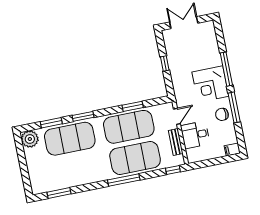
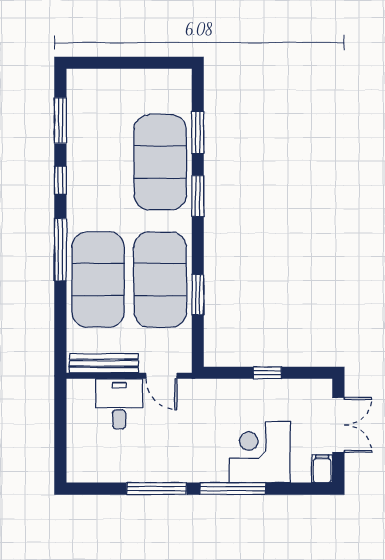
corner desk: (210, 84) -> (260, 452), moved
chair: (222, 114) -> (148, 463), removed
plant: (30, 139) -> (175, 85), removed
bench: (176, 142) -> (104, 363), width x1.36
filing cabinet: (232, 150) -> (322, 469), moved
window: (173, 170) -> (60, 180), moved

